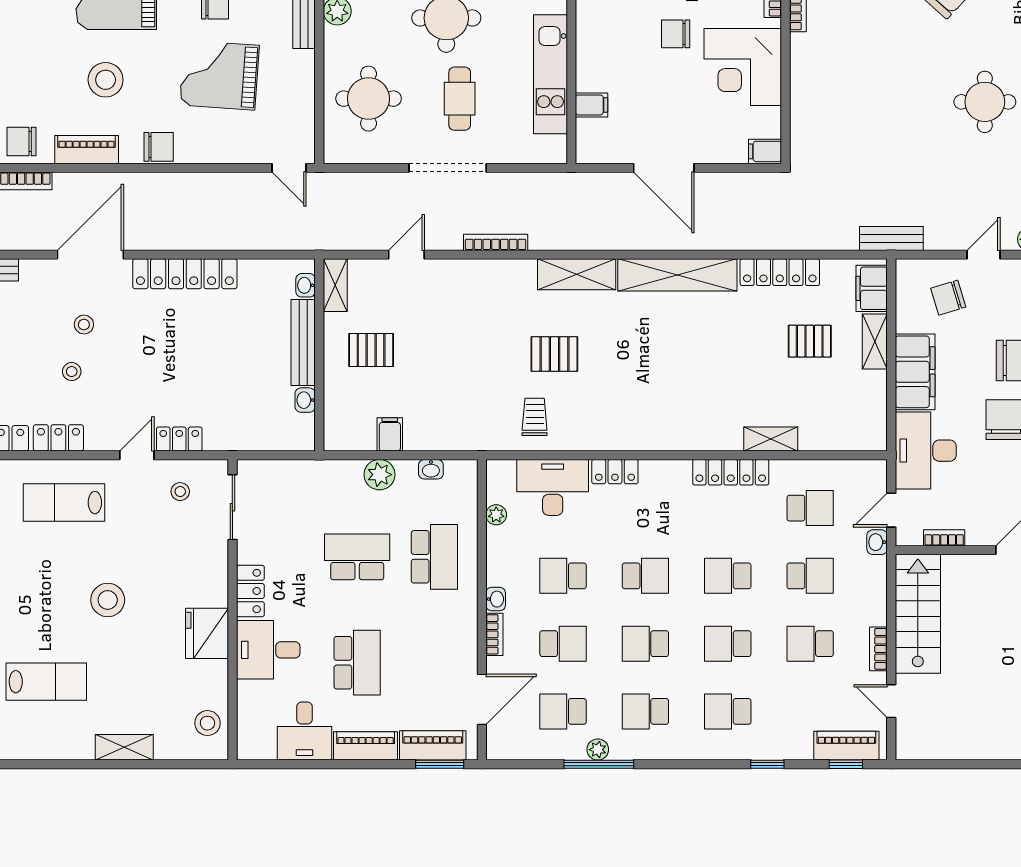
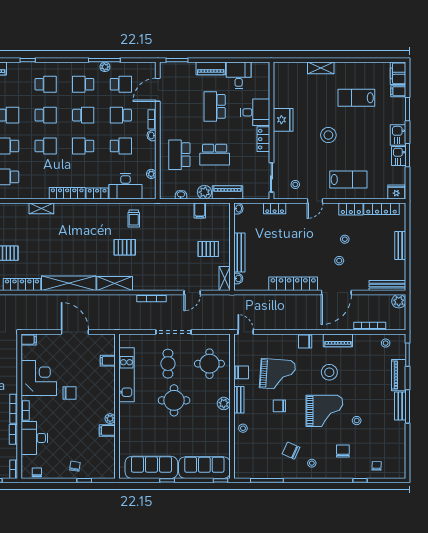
chair: (22, 142) -> (242, 372), moved
washbasin: (305, 400) -> (238, 209), moved
locker: (179, 439) -> (275, 208), moved
shelving: (771, 439) -> (41, 208), moved
locker: (731, 472) -> (67, 193), moved
school desk: (645, 711) -> (83, 84), turned 180
stool: (207, 723) -> (283, 79), removed
piano: (433, 745) -> (228, 192), moved, turned 180

